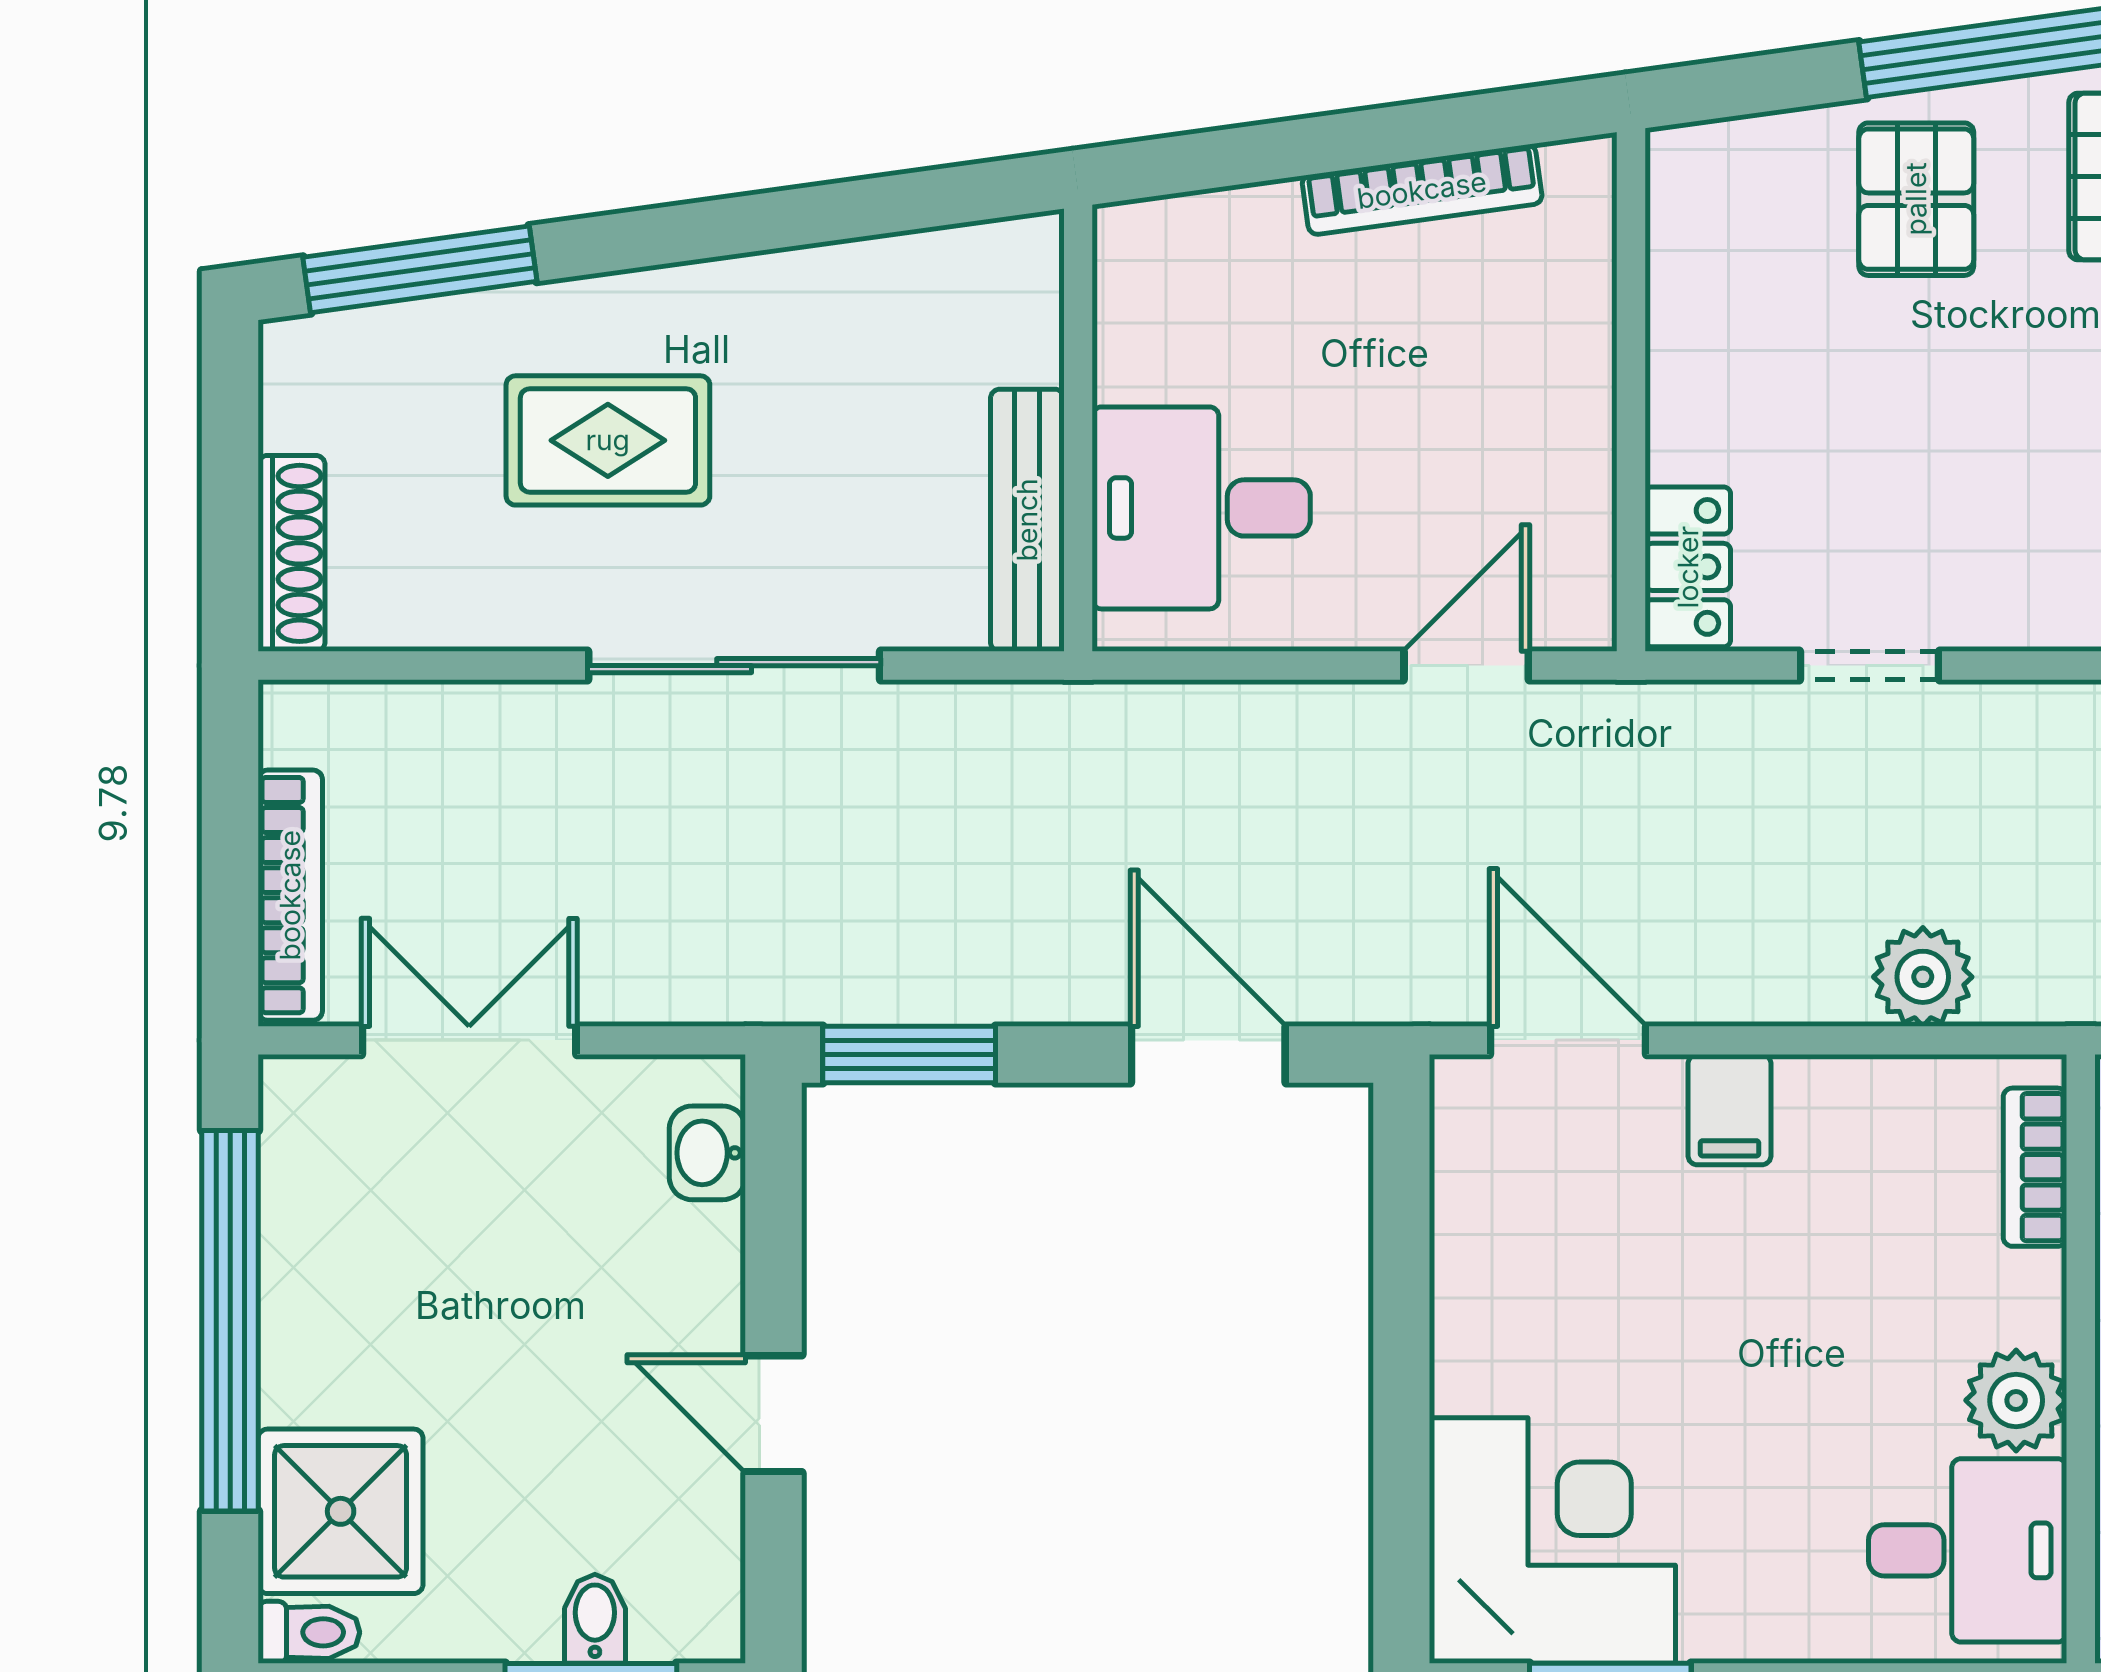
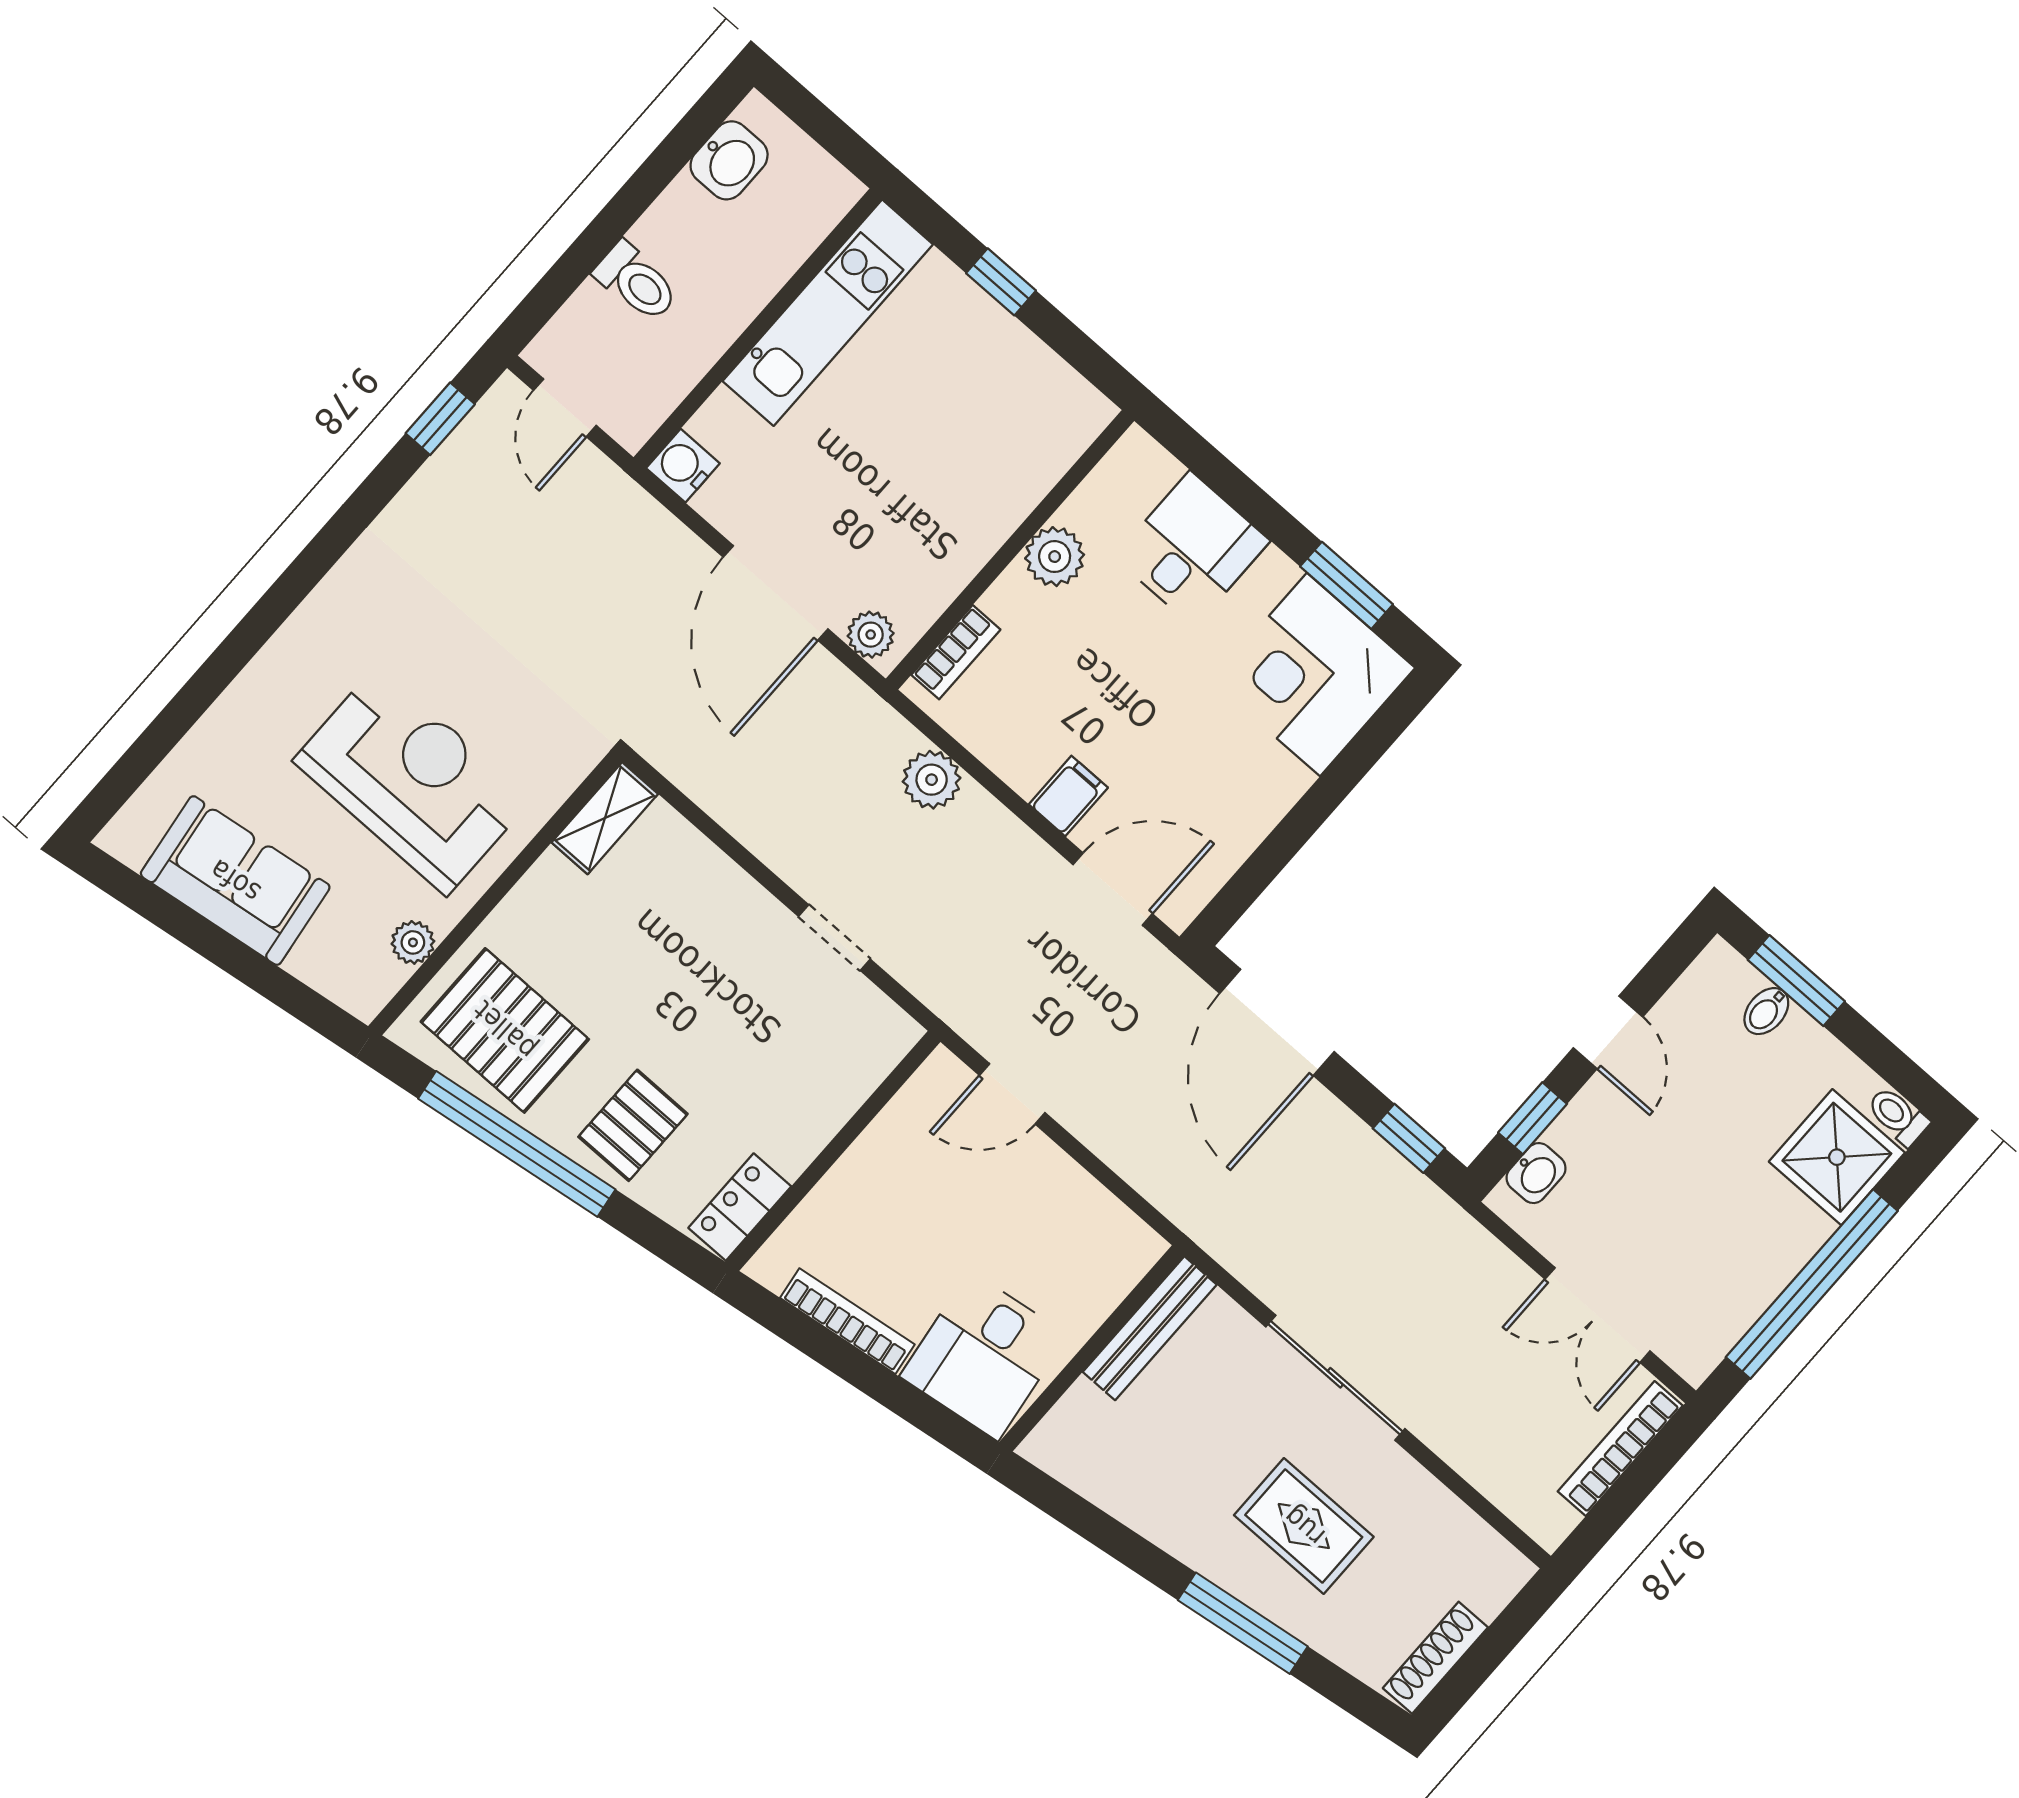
window: (420, 269) -> (1243, 1623), moved
desk: (1201, 508) -> (984, 1356), moved, turned 82
shoe rack: (292, 553) -> (1435, 1658), moved
locker: (1688, 567) -> (740, 1207), moved
door: (1568, 1040) -> (1113, 889), swing flipped
window: (909, 1054) -> (1409, 1138), width x0.67
door: (1208, 1054) -> (1277, 1022), width x1.36
window: (774, 1219) -> (1533, 1118), added
desk: (1968, 1550) -> (1192, 549), moved, turned 90

